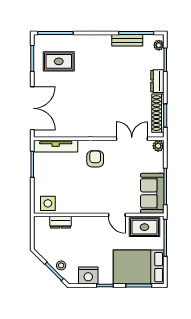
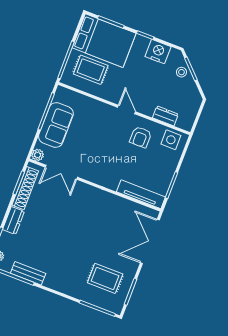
armchair: (95, 159) -> (141, 137), moved
sofa: (152, 193) -> (56, 125), moved
door: (117, 215) -> (126, 109), moved
rug: (144, 227) -> (91, 70), moved

